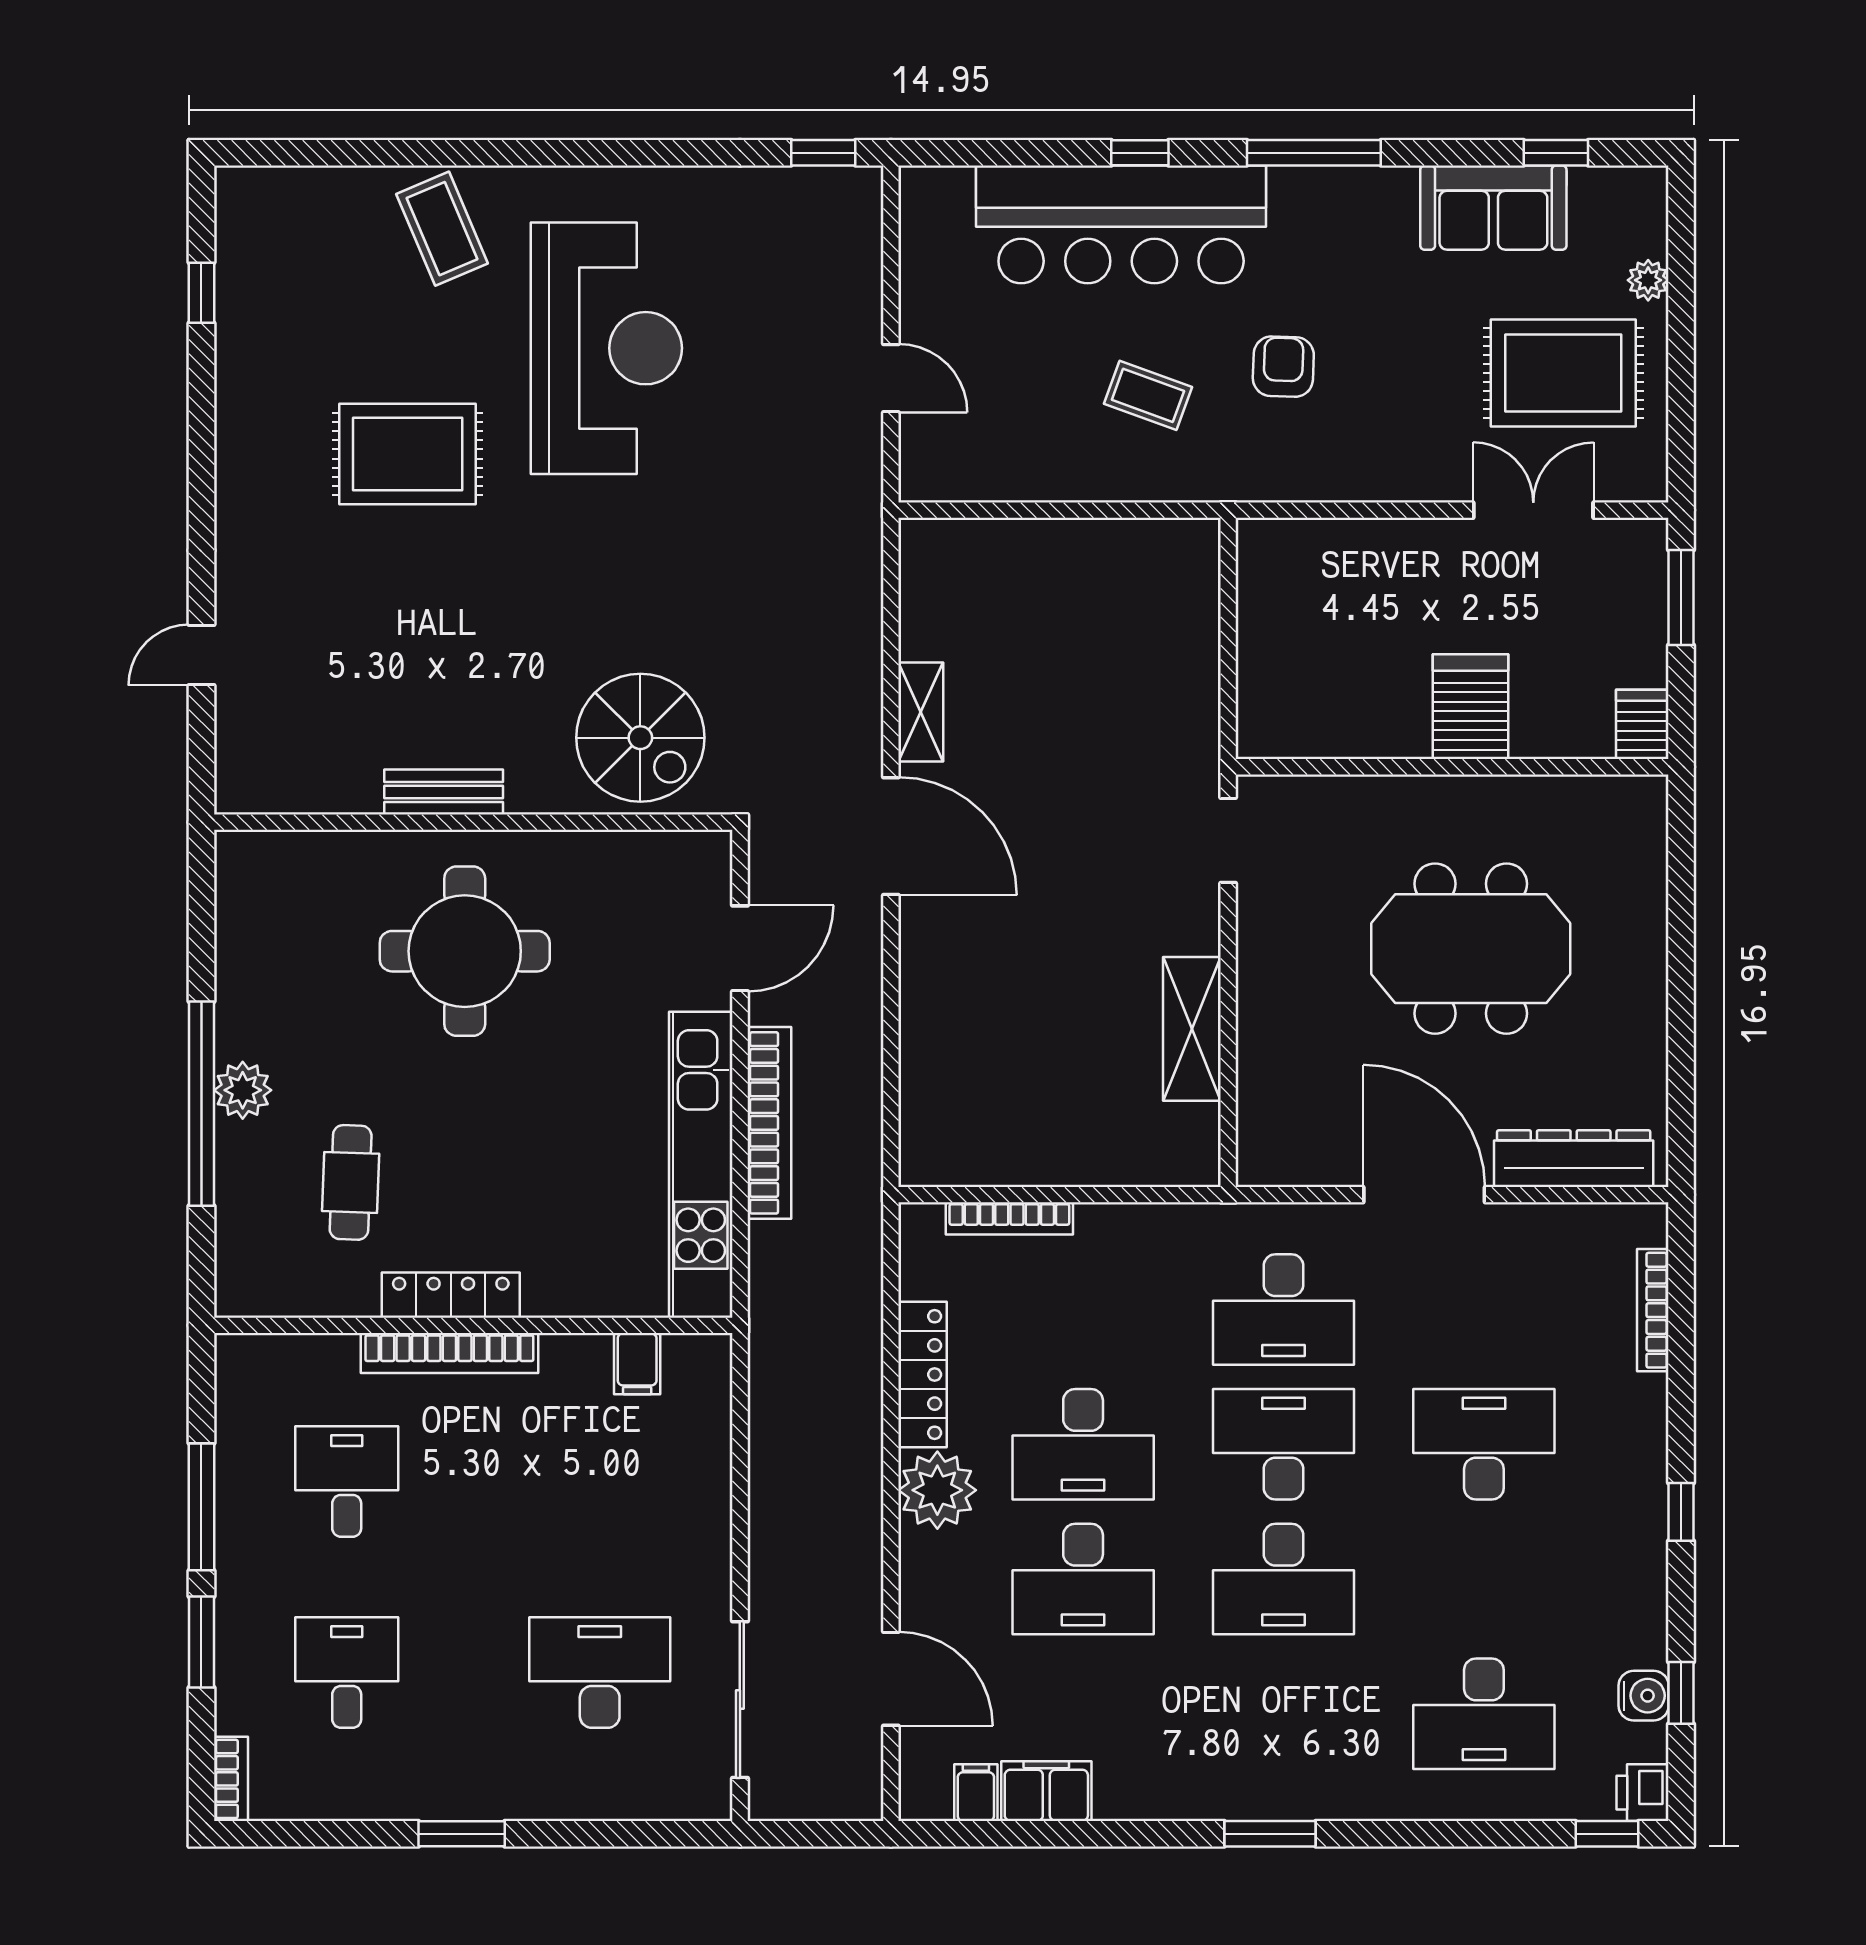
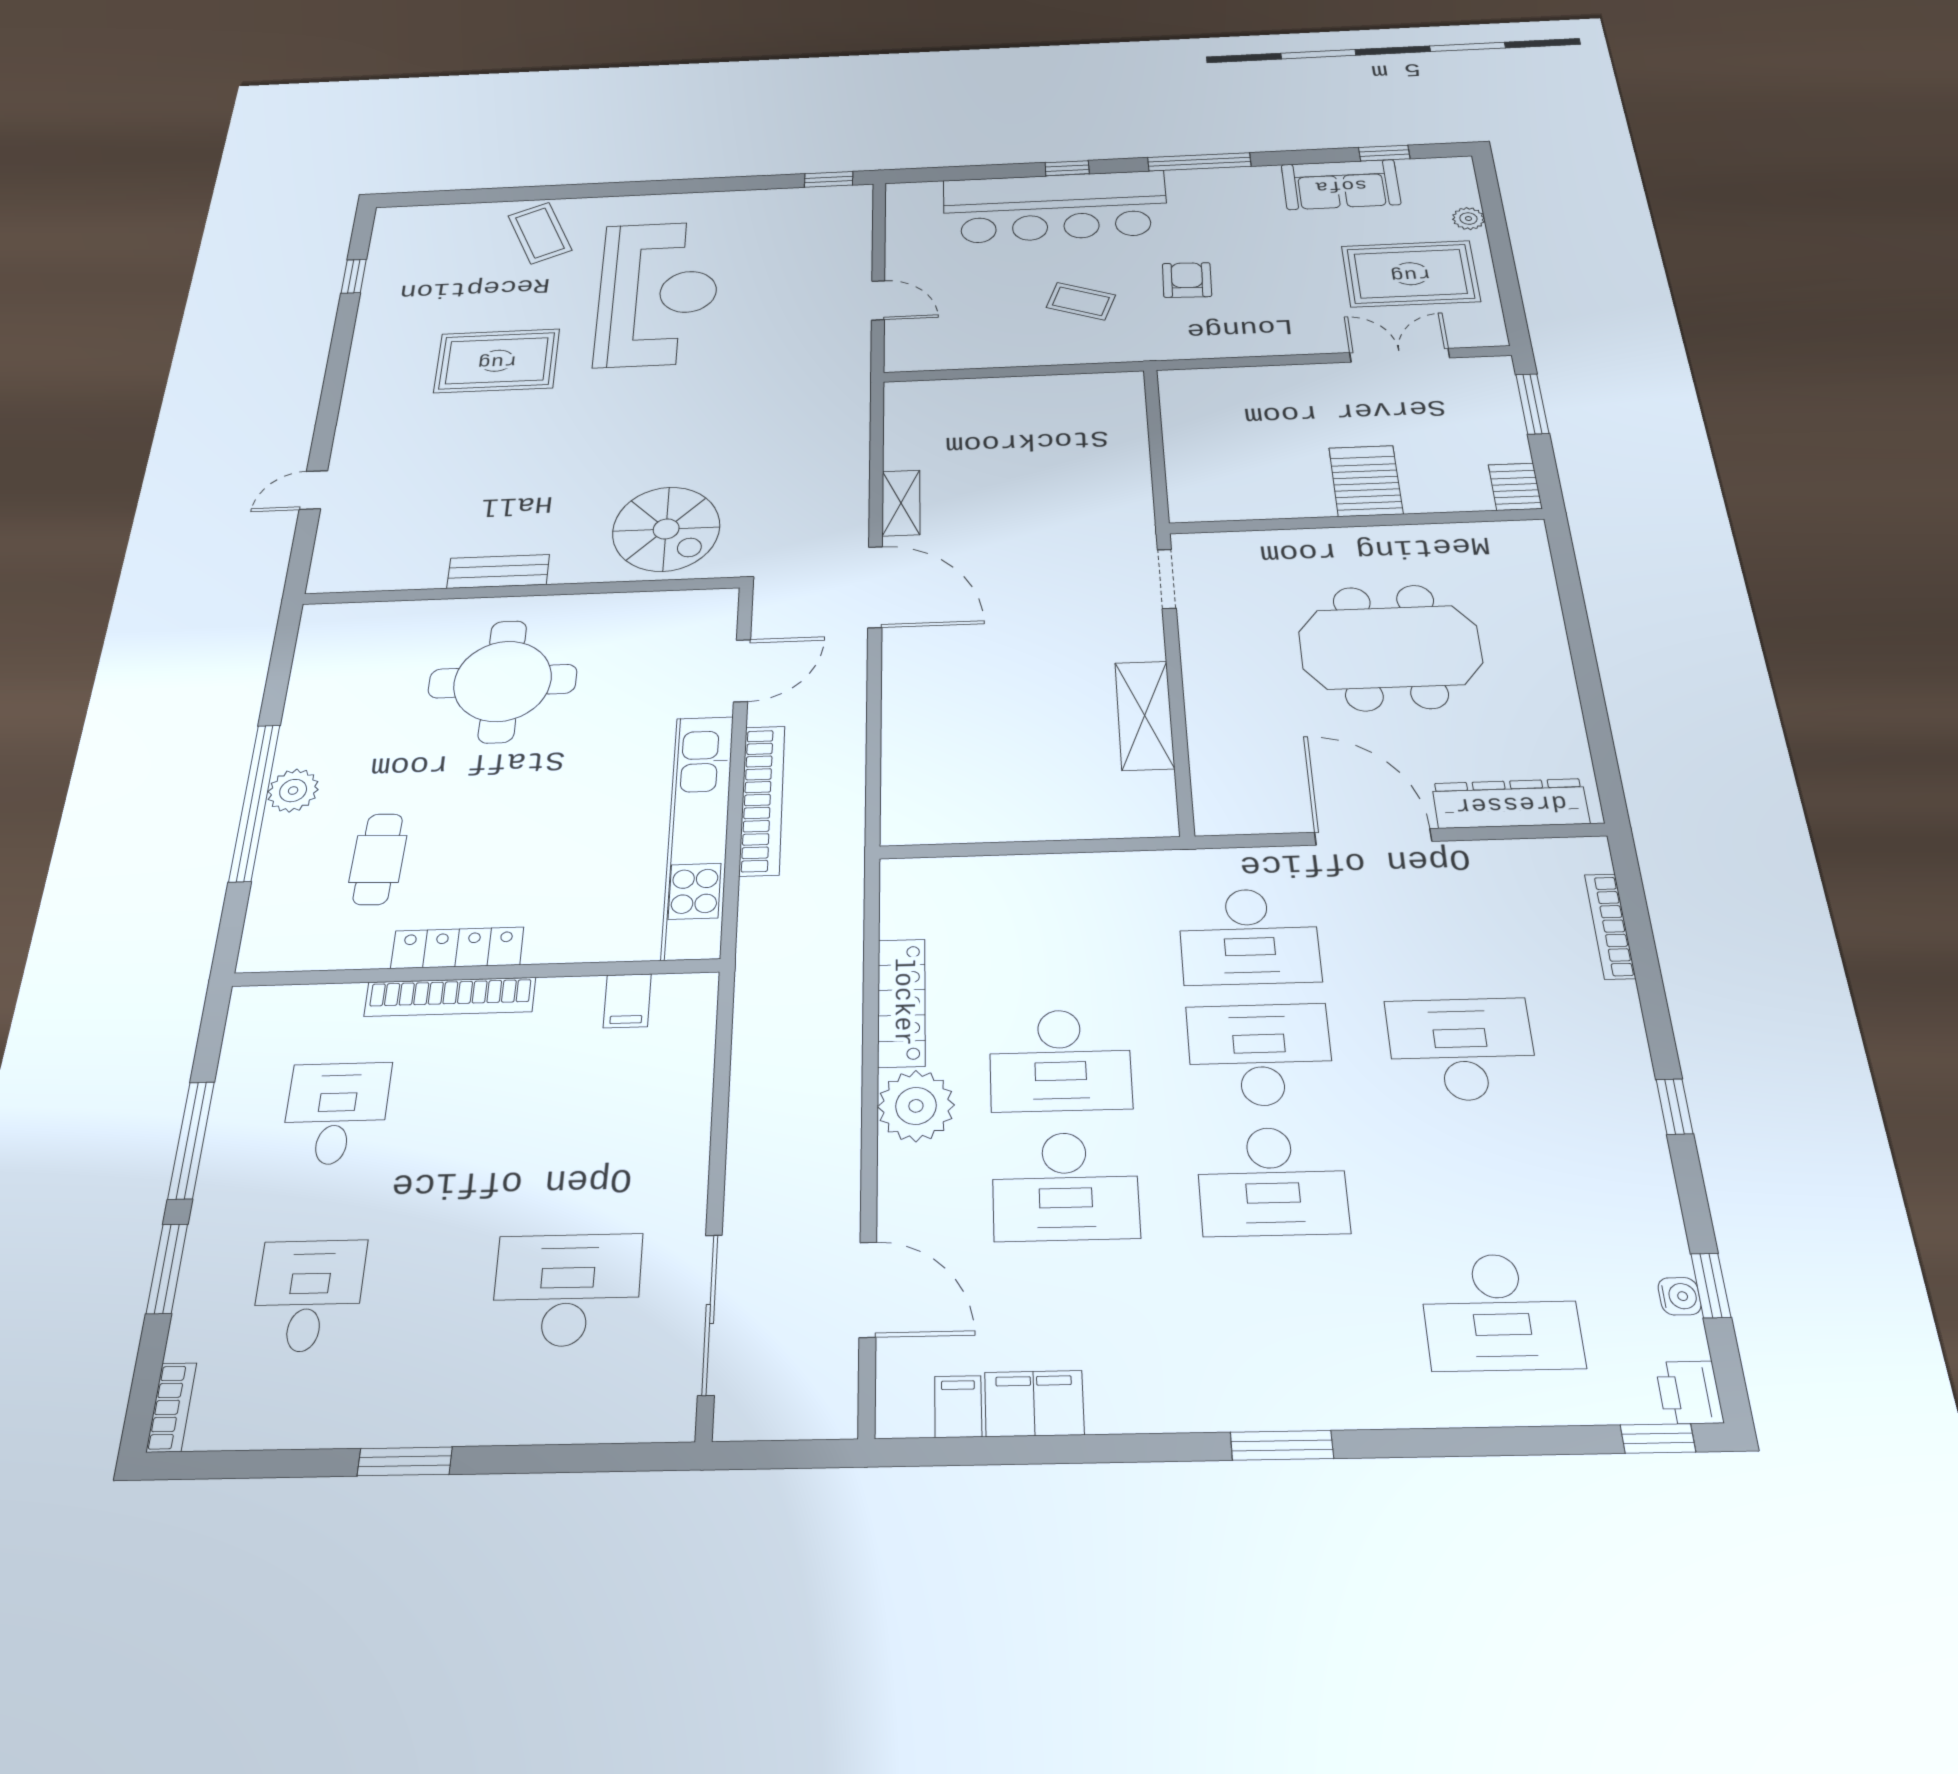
bookcase: (1009, 1218) -> (983, 868), removed
water cooler: (1644, 1696) -> (1679, 1296), width x0.72, depth x0.72

